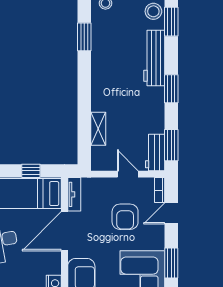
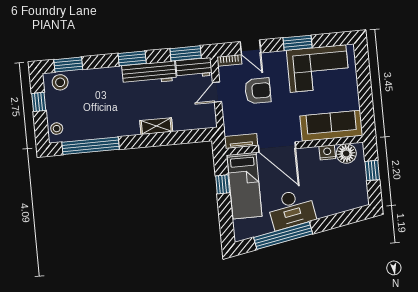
window: (84, 37) -> (91, 146), width x2.11
workbench: (154, 58) -> (149, 73), moved
shelving: (98, 129) -> (156, 126), moved

